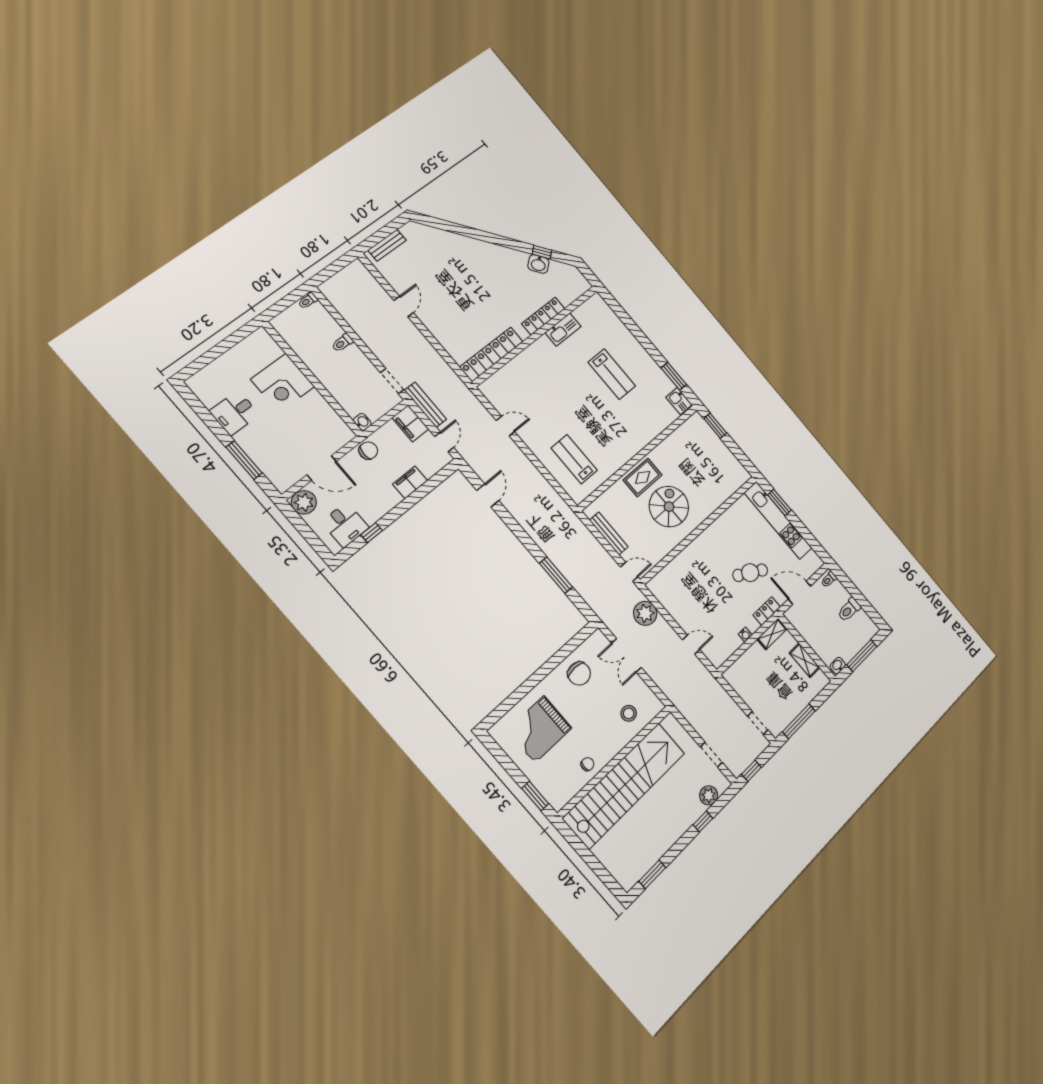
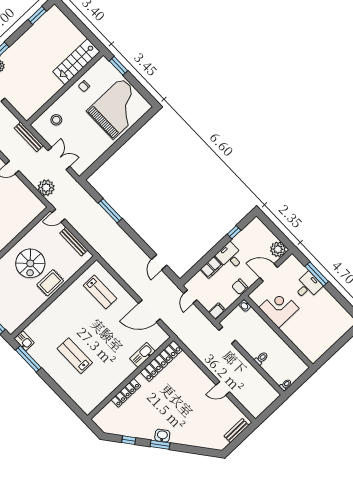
window: (499, 240) -> (160, 445), added
washbasin: (538, 264) -> (162, 436), moved
door: (404, 306) -> (223, 388), hinge flipped
kitchen sink: (563, 330) -> (142, 355), moved
window: (674, 376) -> (28, 359), width x1.44
corner desk: (283, 383) -> (279, 308), moved
bench: (425, 405) -> (29, 137), moved
desk: (235, 413) -> (308, 286), moved
filing cabinet: (410, 423) -> (217, 311), width x0.50
door: (505, 426) -> (149, 311), width x1.87
desk: (345, 525) -> (230, 256), moved
chair: (579, 674) -> (92, 145), removed
grand piano: (539, 729) -> (117, 108), width x1.37, depth x1.48
stairs: (624, 785) -> (76, 62), width x0.54, depth x0.66

